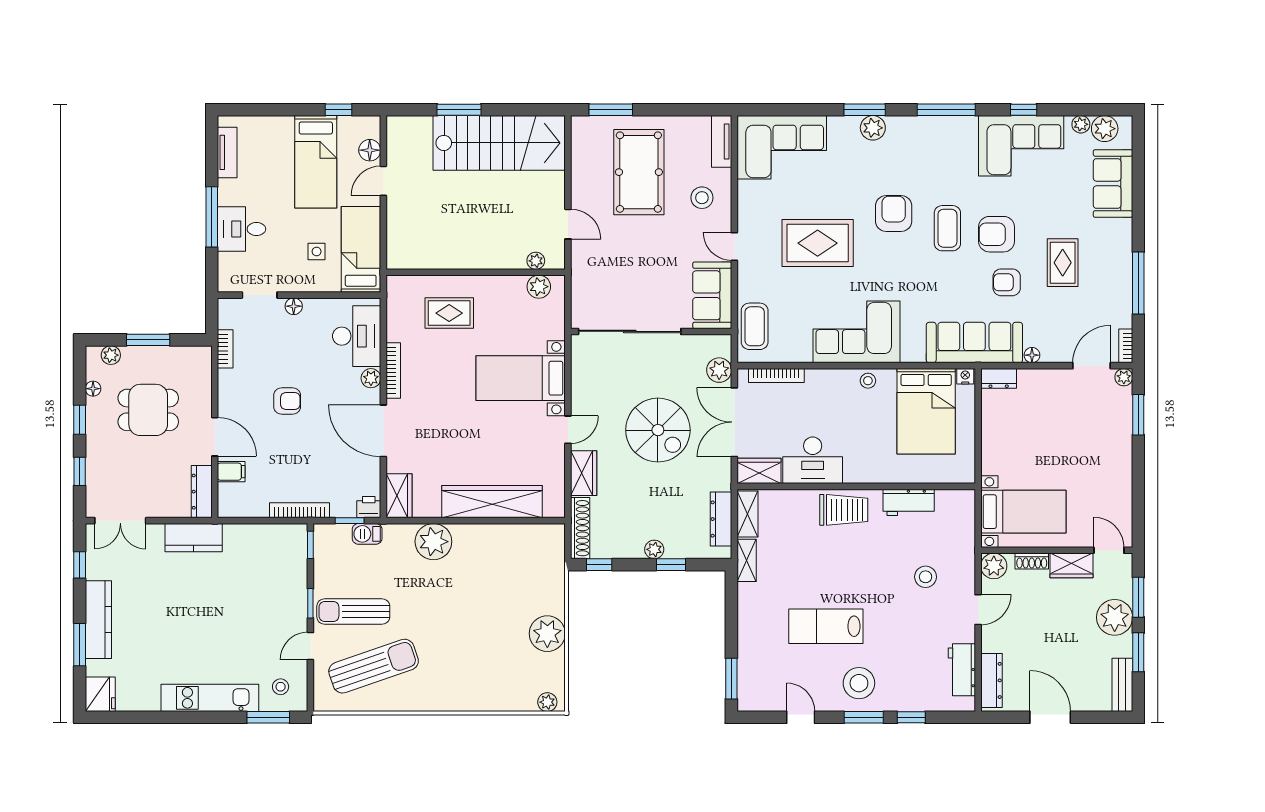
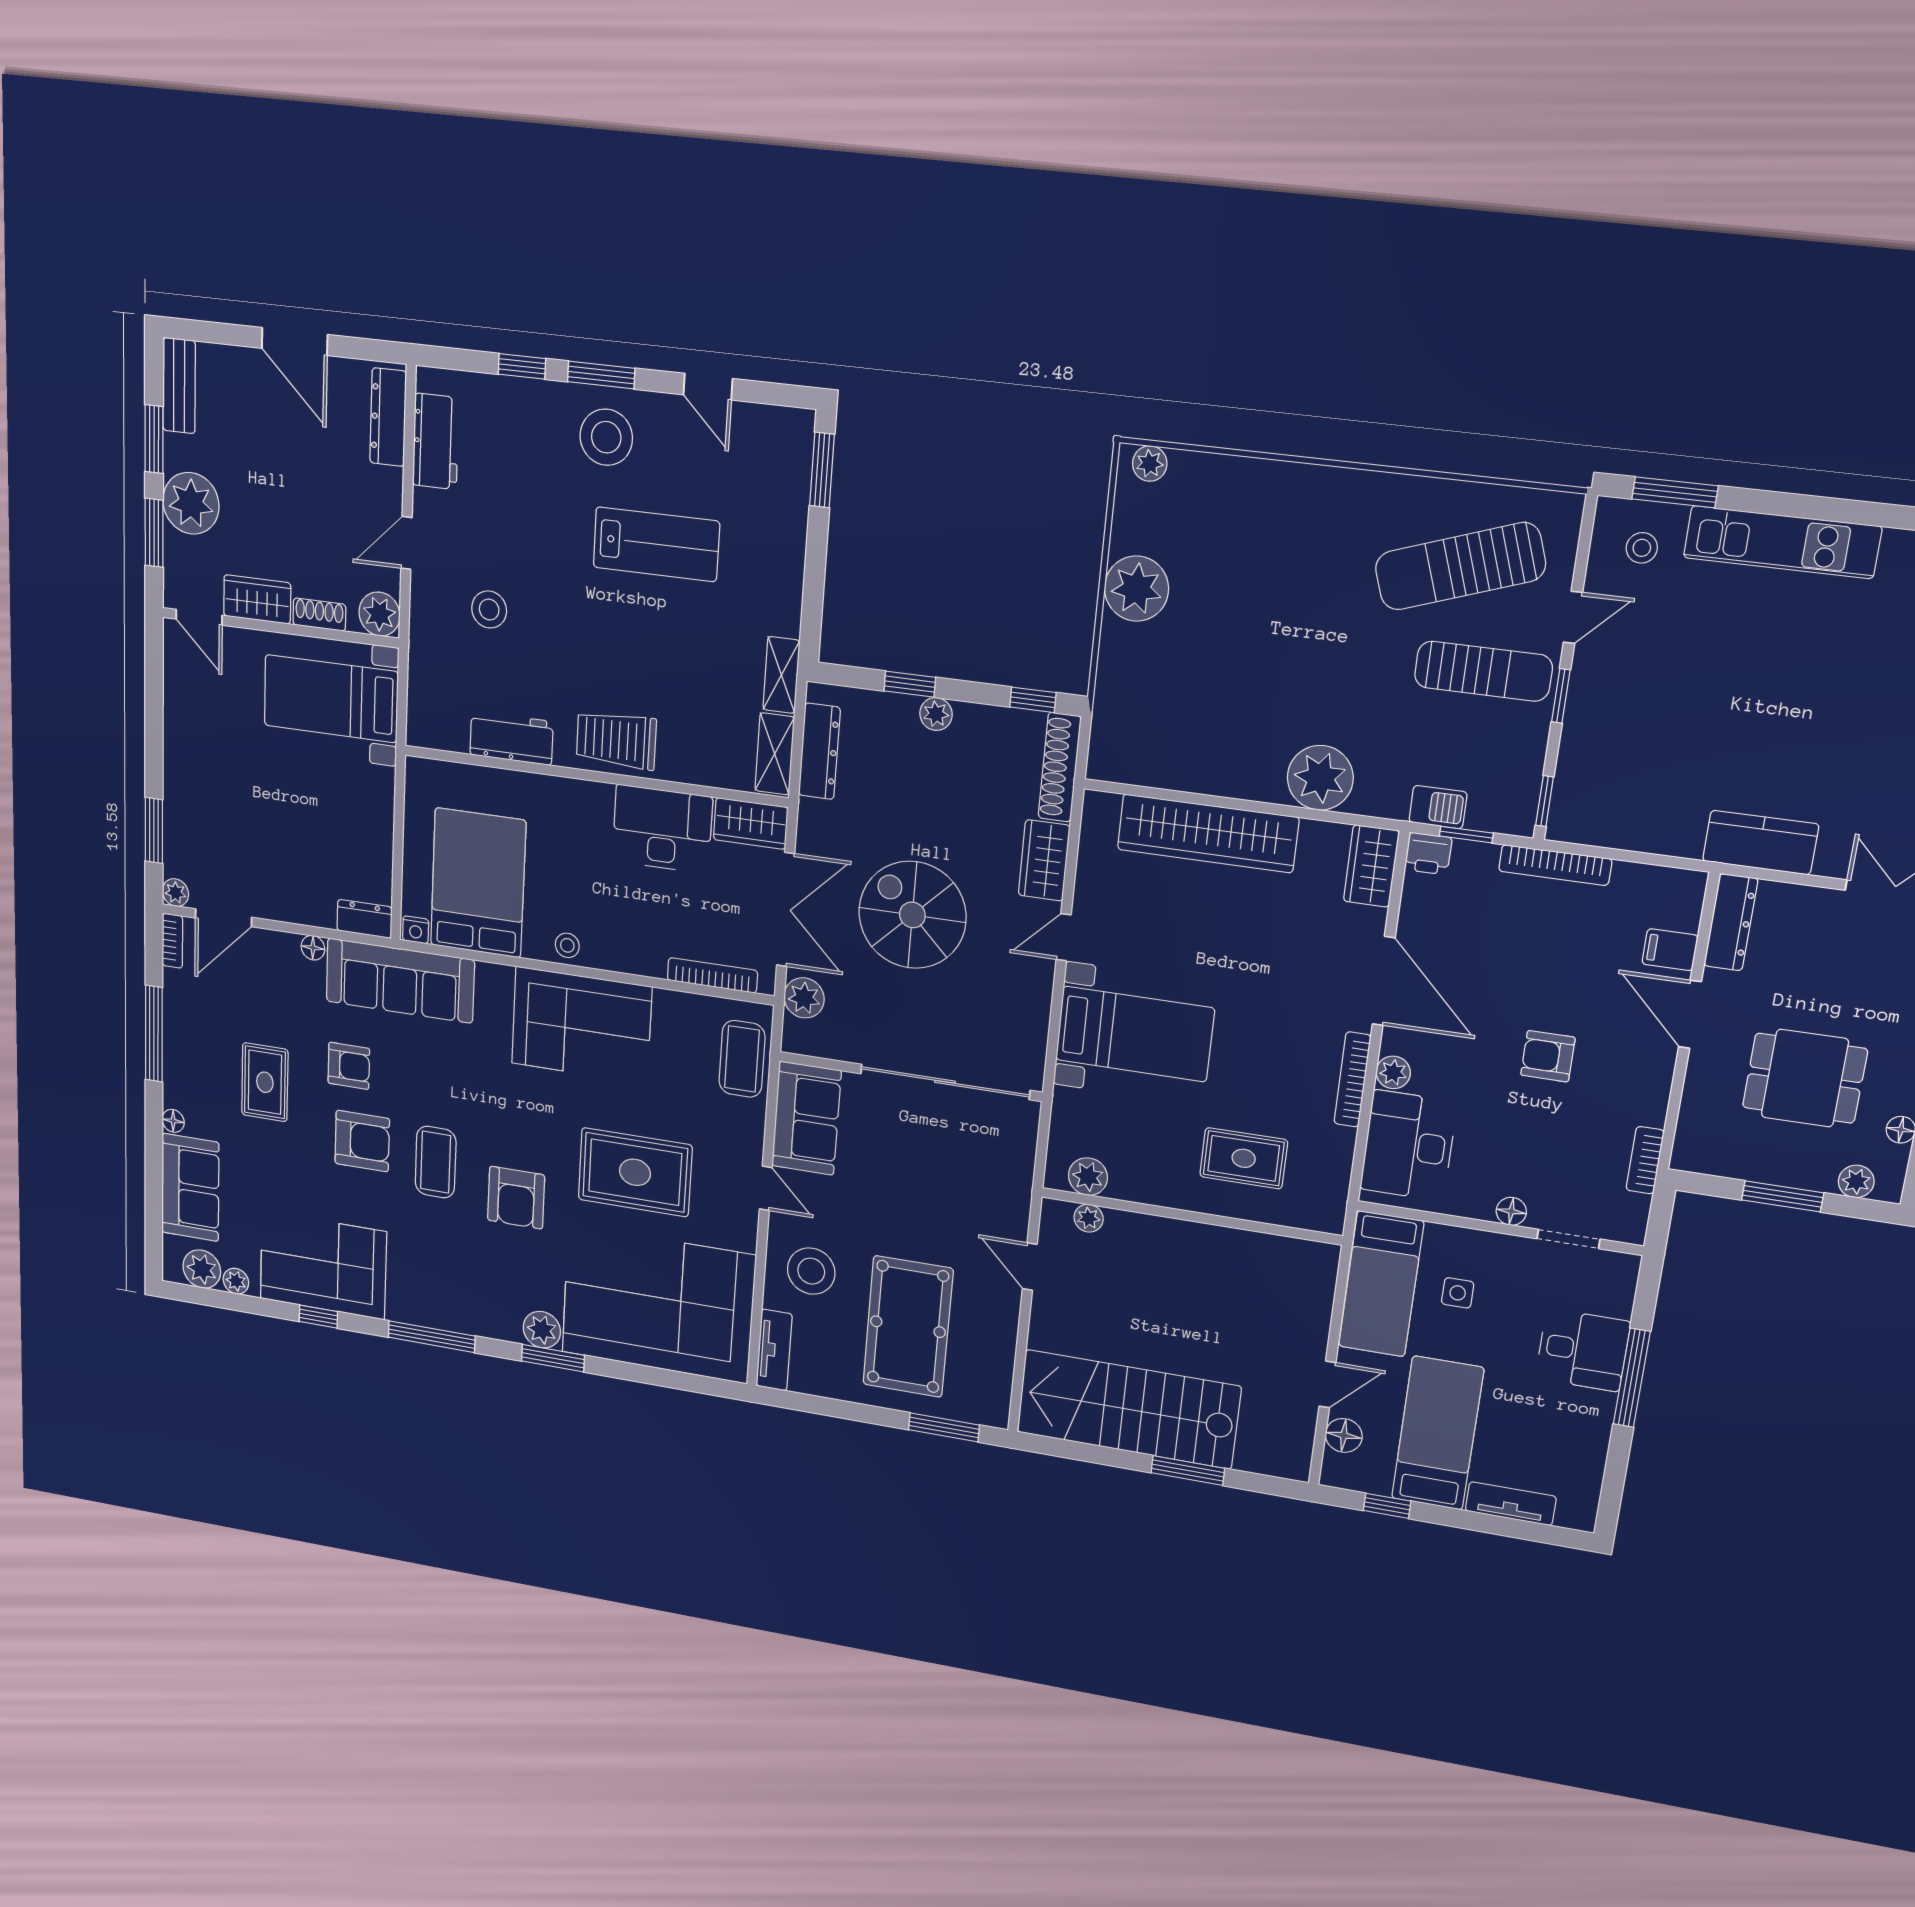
corner sofa: (782, 147) -> (658, 1304), width x1.36, depth x1.36
tv unit: (227, 152) -> (1511, 1504), moved, turned 90
stool: (702, 198) -> (811, 1271), width x1.38, depth x1.38
floor lamp: (1125, 227) -> (173, 1121), added

